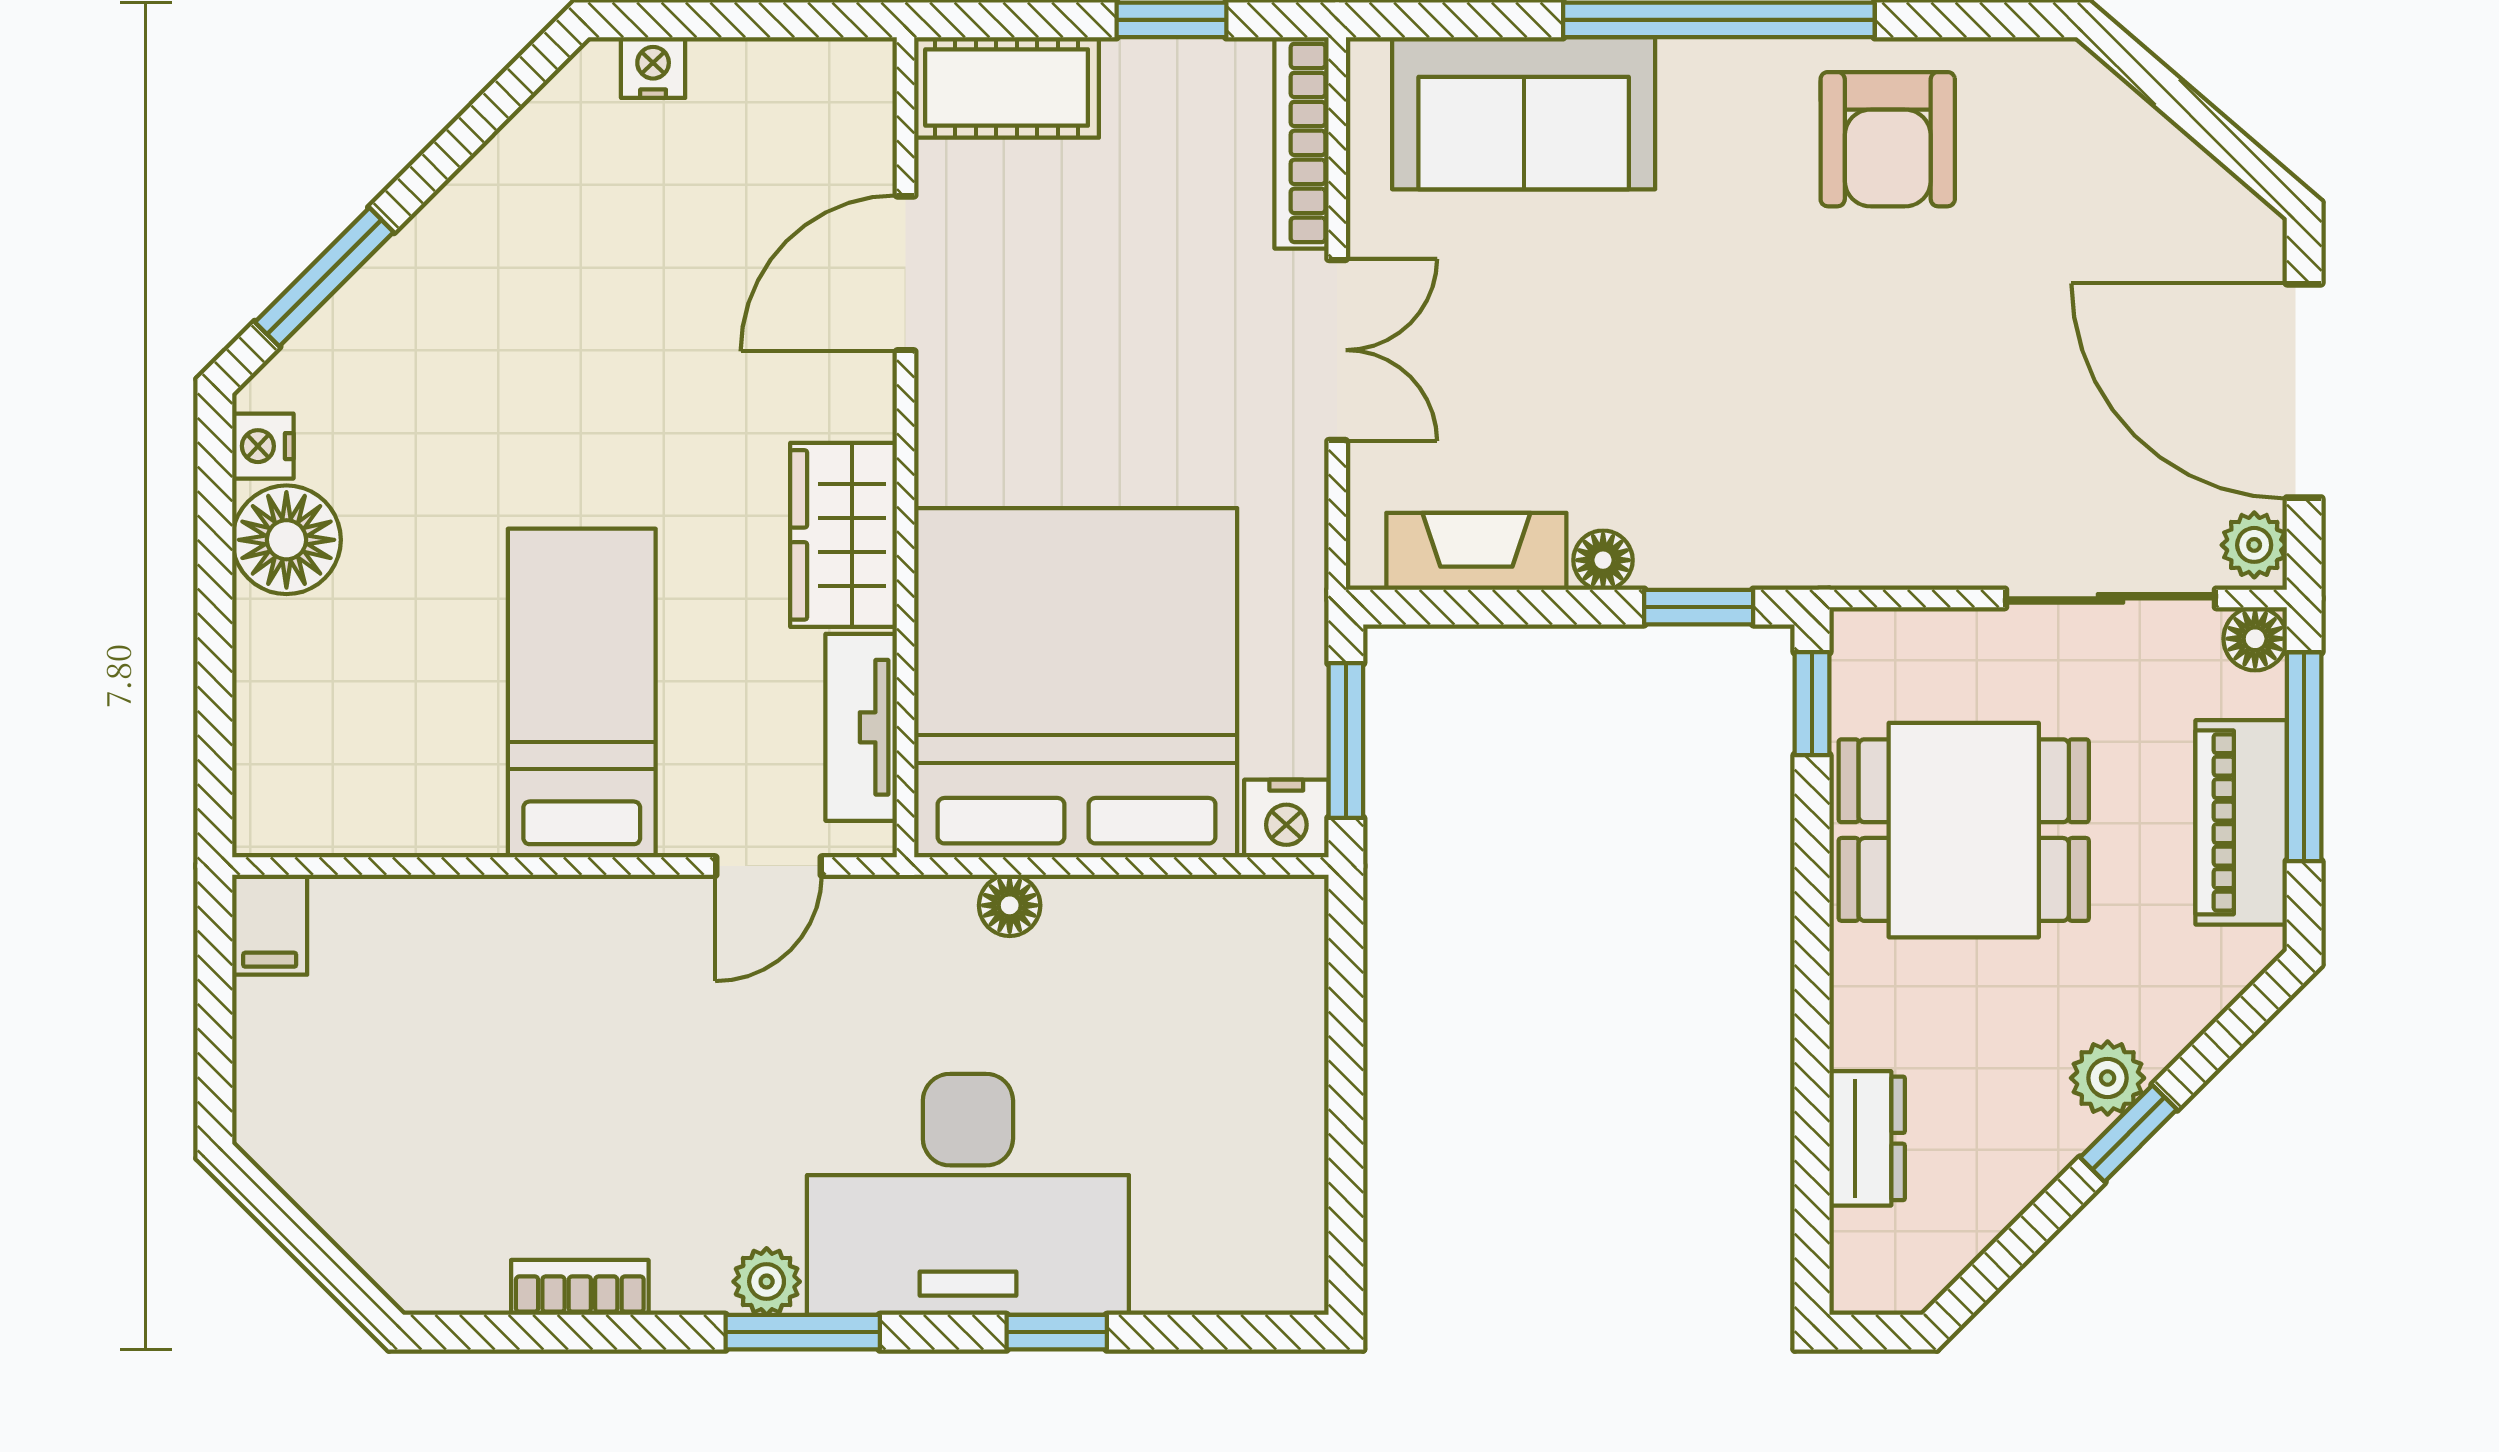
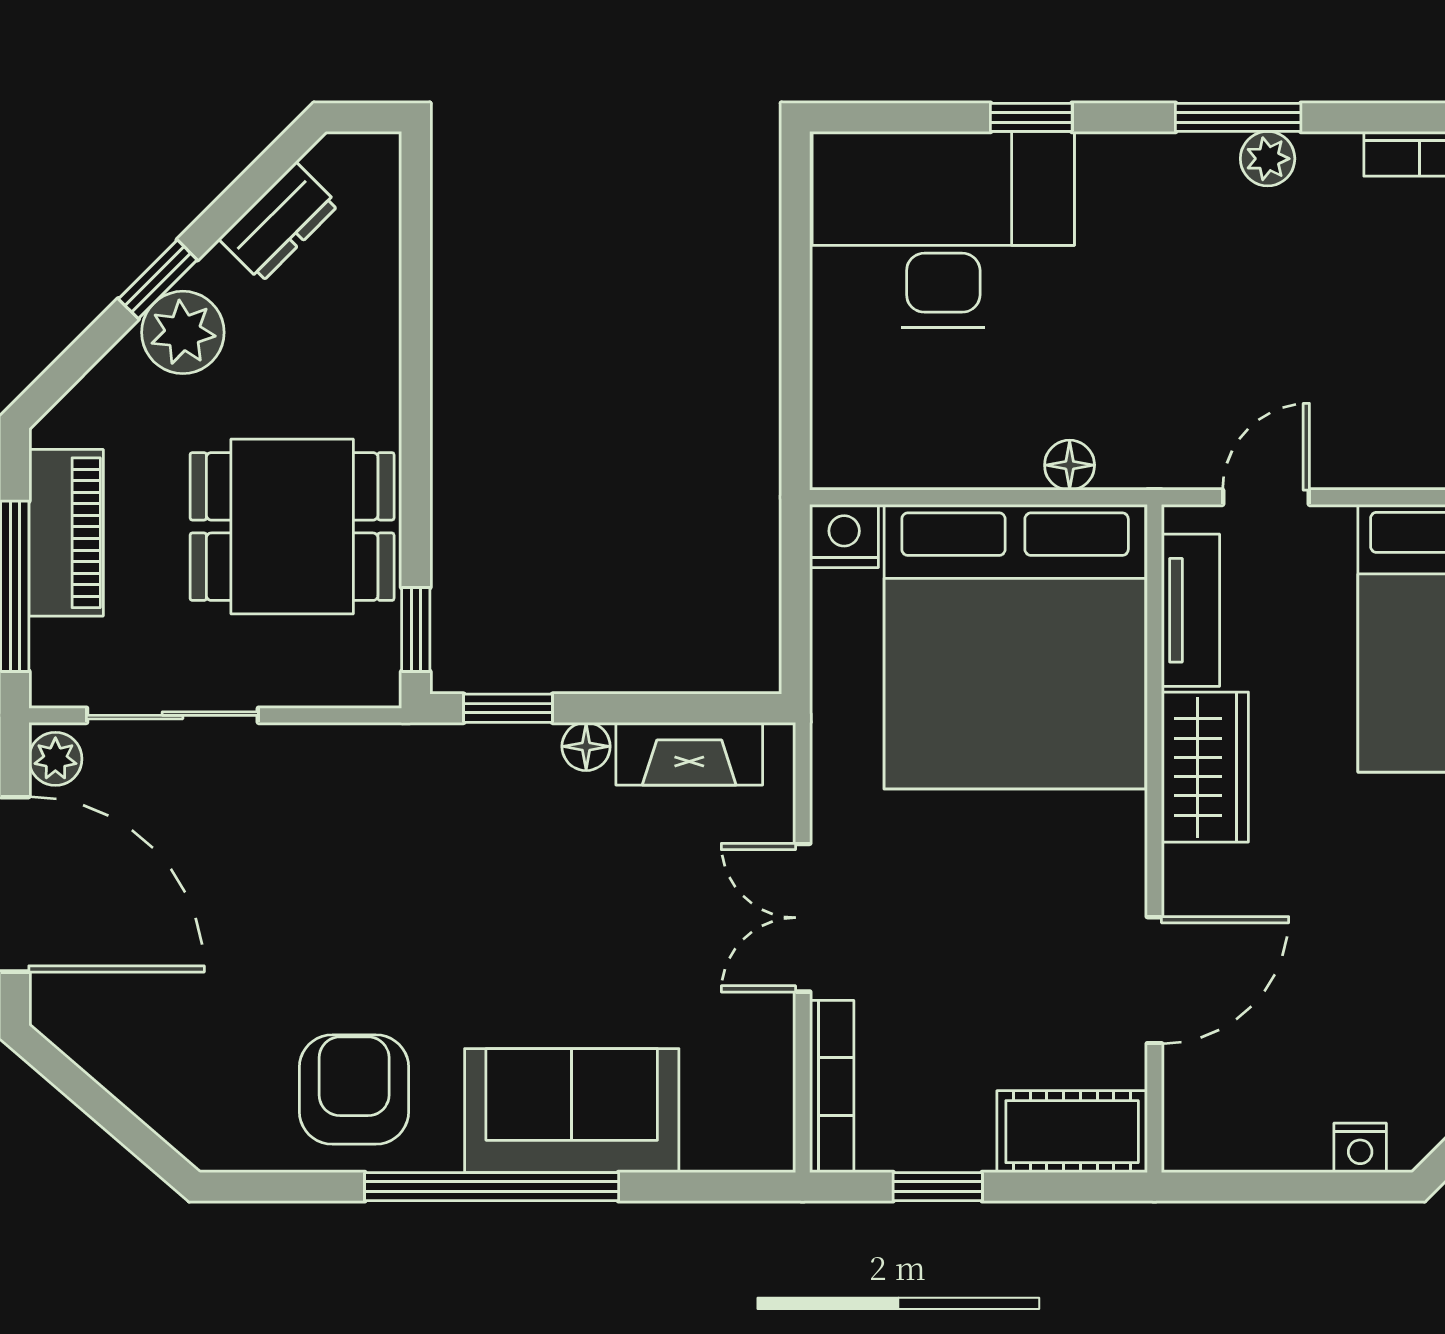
sofa: (1524, 113) -> (572, 1111), moved
floor lamp: (2255, 639) -> (55, 682), removed
window: (1346, 741) -> (796, 599), removed
plant: (2108, 1078) -> (183, 332), width x1.38, depth x1.38
dresser: (1867, 1138) -> (279, 222), moved, turned -135
desk: (968, 1194) -> (943, 230), moved

